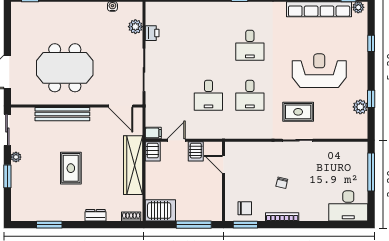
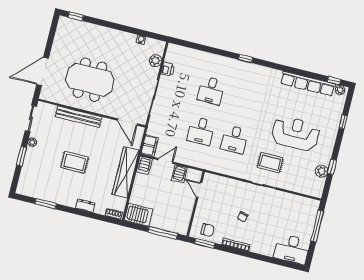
desk: (250, 45) -> (211, 90), moved
filing cabinet: (153, 133) -> (150, 146), width x2.00
rug: (71, 168) -> (74, 162), turned 90

